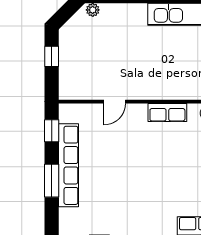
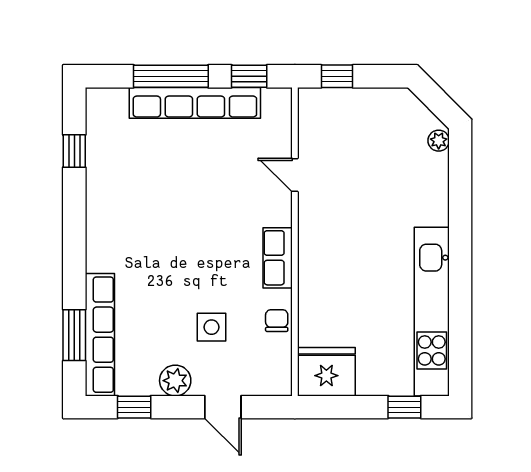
window: (52, 56) -> (337, 76), moved
window: (52, 181) -> (171, 76), width x1.44

